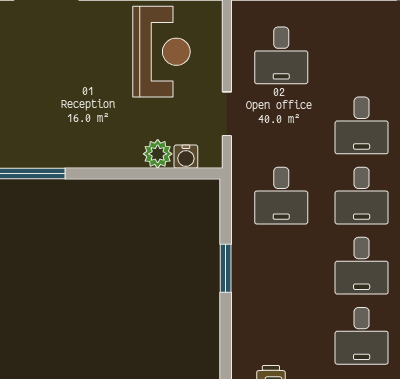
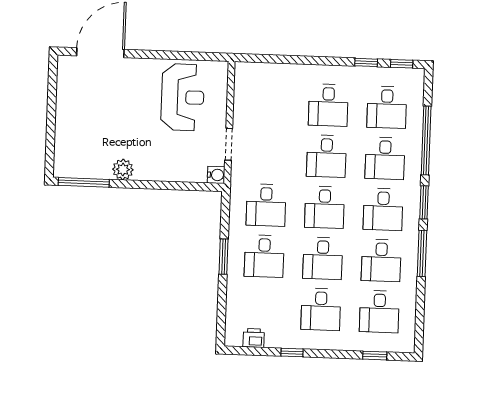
desk: (281, 55) -> (328, 105), moved
plant: (158, 154) -> (123, 169), moved
water cooler: (186, 157) -> (216, 175), moved, turned -90
desk: (281, 266) -> (264, 256), added

